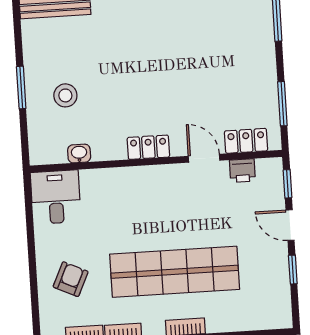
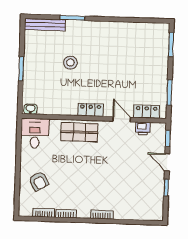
stool: (65, 95) -> (70, 63), moved
washbasin: (79, 154) -> (30, 109), moved
shop shelf: (175, 272) -> (79, 132), moved, width x0.50, depth x0.74
armchair: (71, 279) -> (39, 181), turned 125

